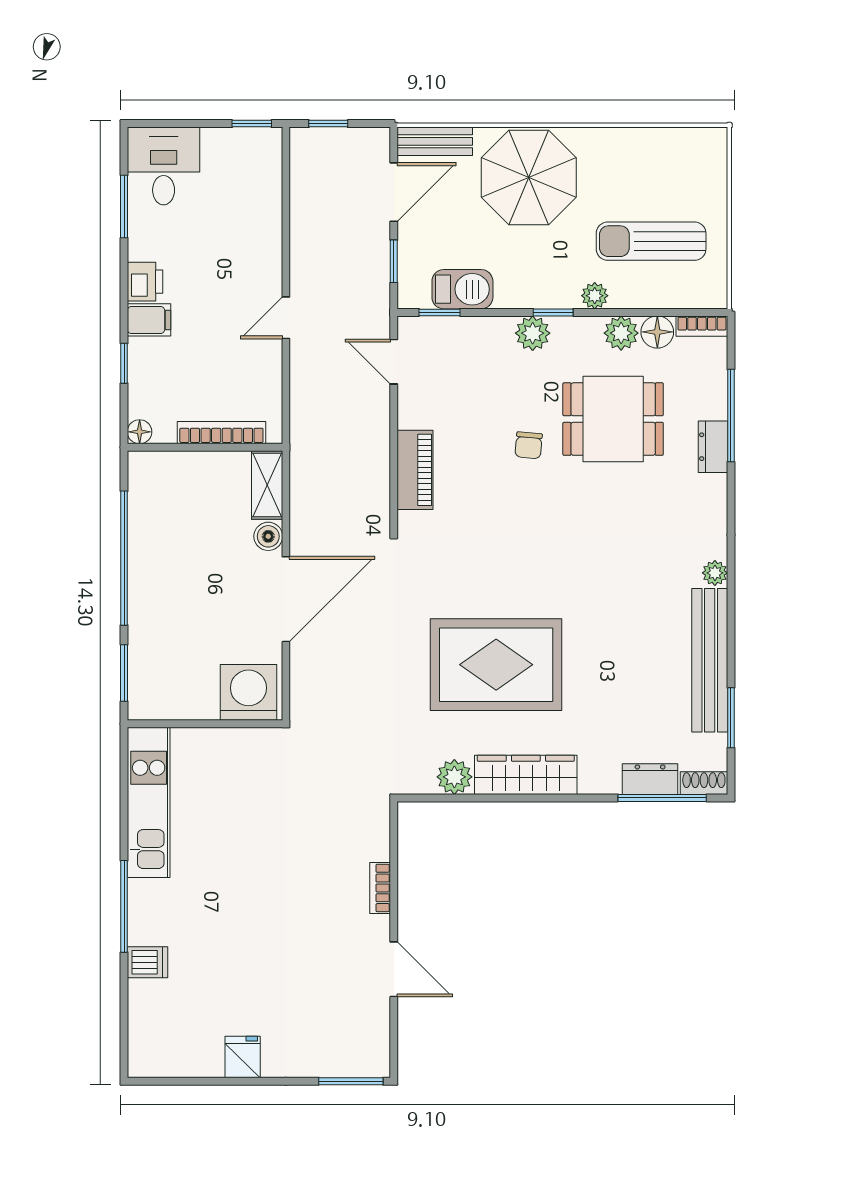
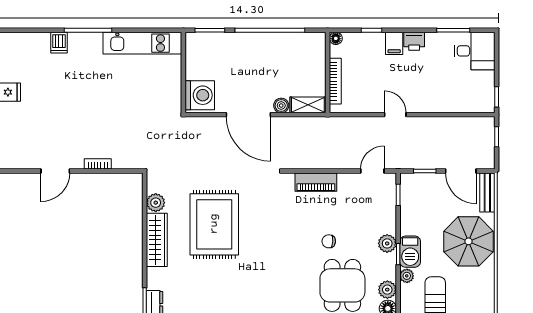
barbecue: (462, 289) -> (410, 252), moved

